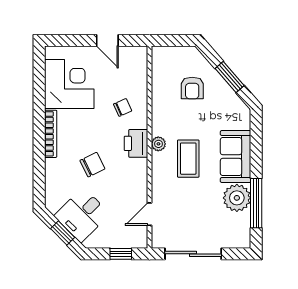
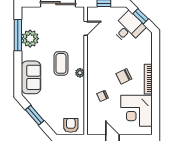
armchair: (192, 88) -> (71, 125), moved
printer: (136, 143) -> (94, 73), removed
sofa: (236, 157) -> (31, 77), moved
chair: (92, 165) -> (124, 76), moved

